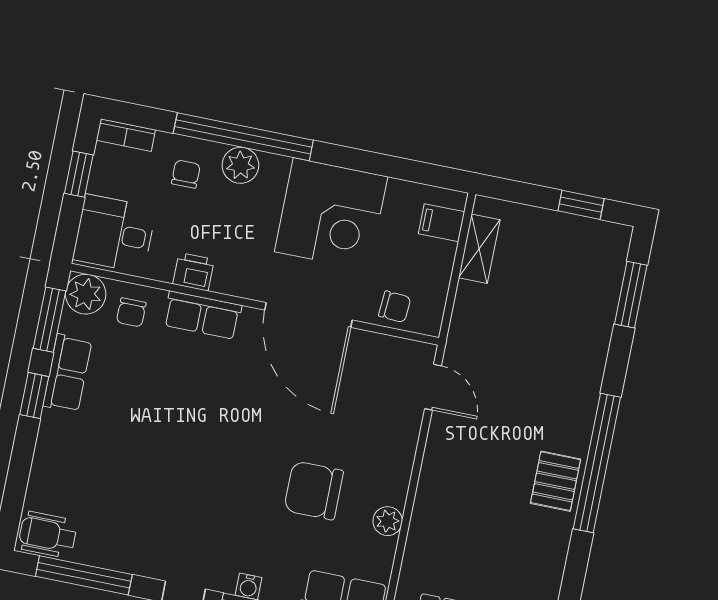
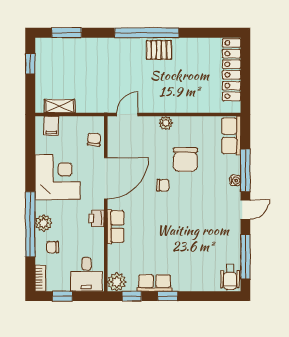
printer: (194, 272) -> (96, 218), moved
chair: (131, 312) -> (163, 185), moved
window: (49, 320) -> (132, 296), width x0.67
plant: (388, 521) -> (166, 123), moved

